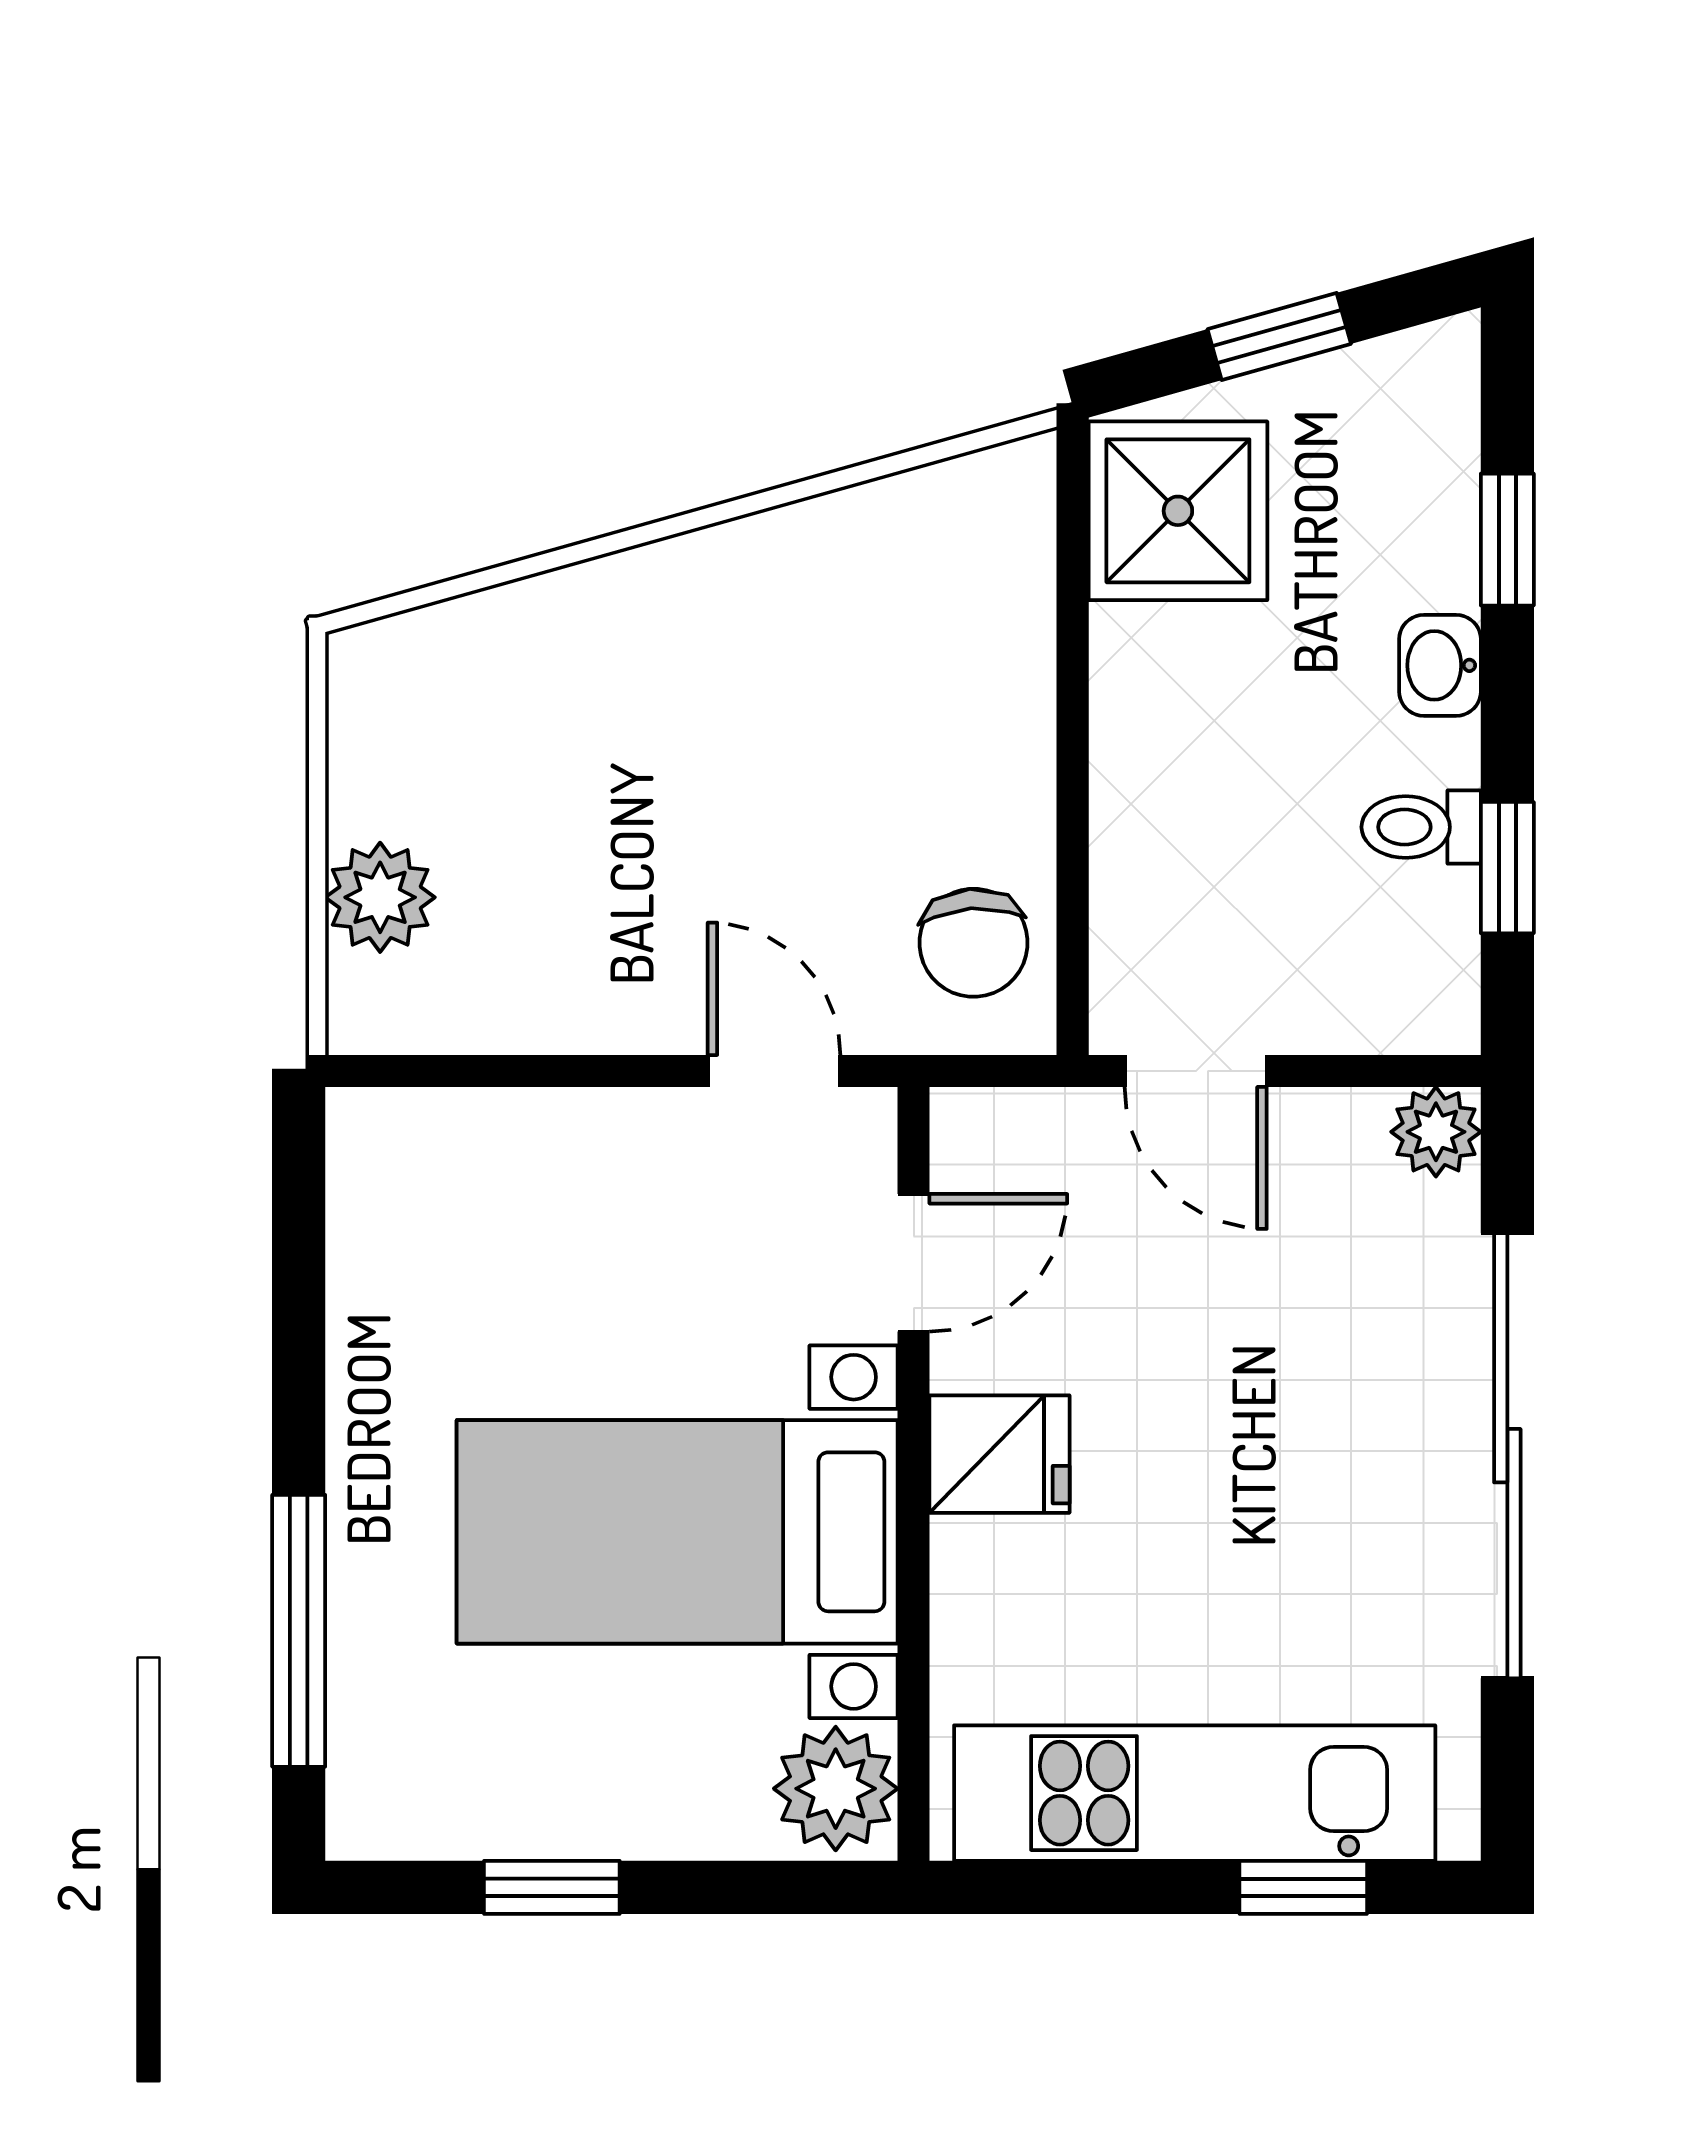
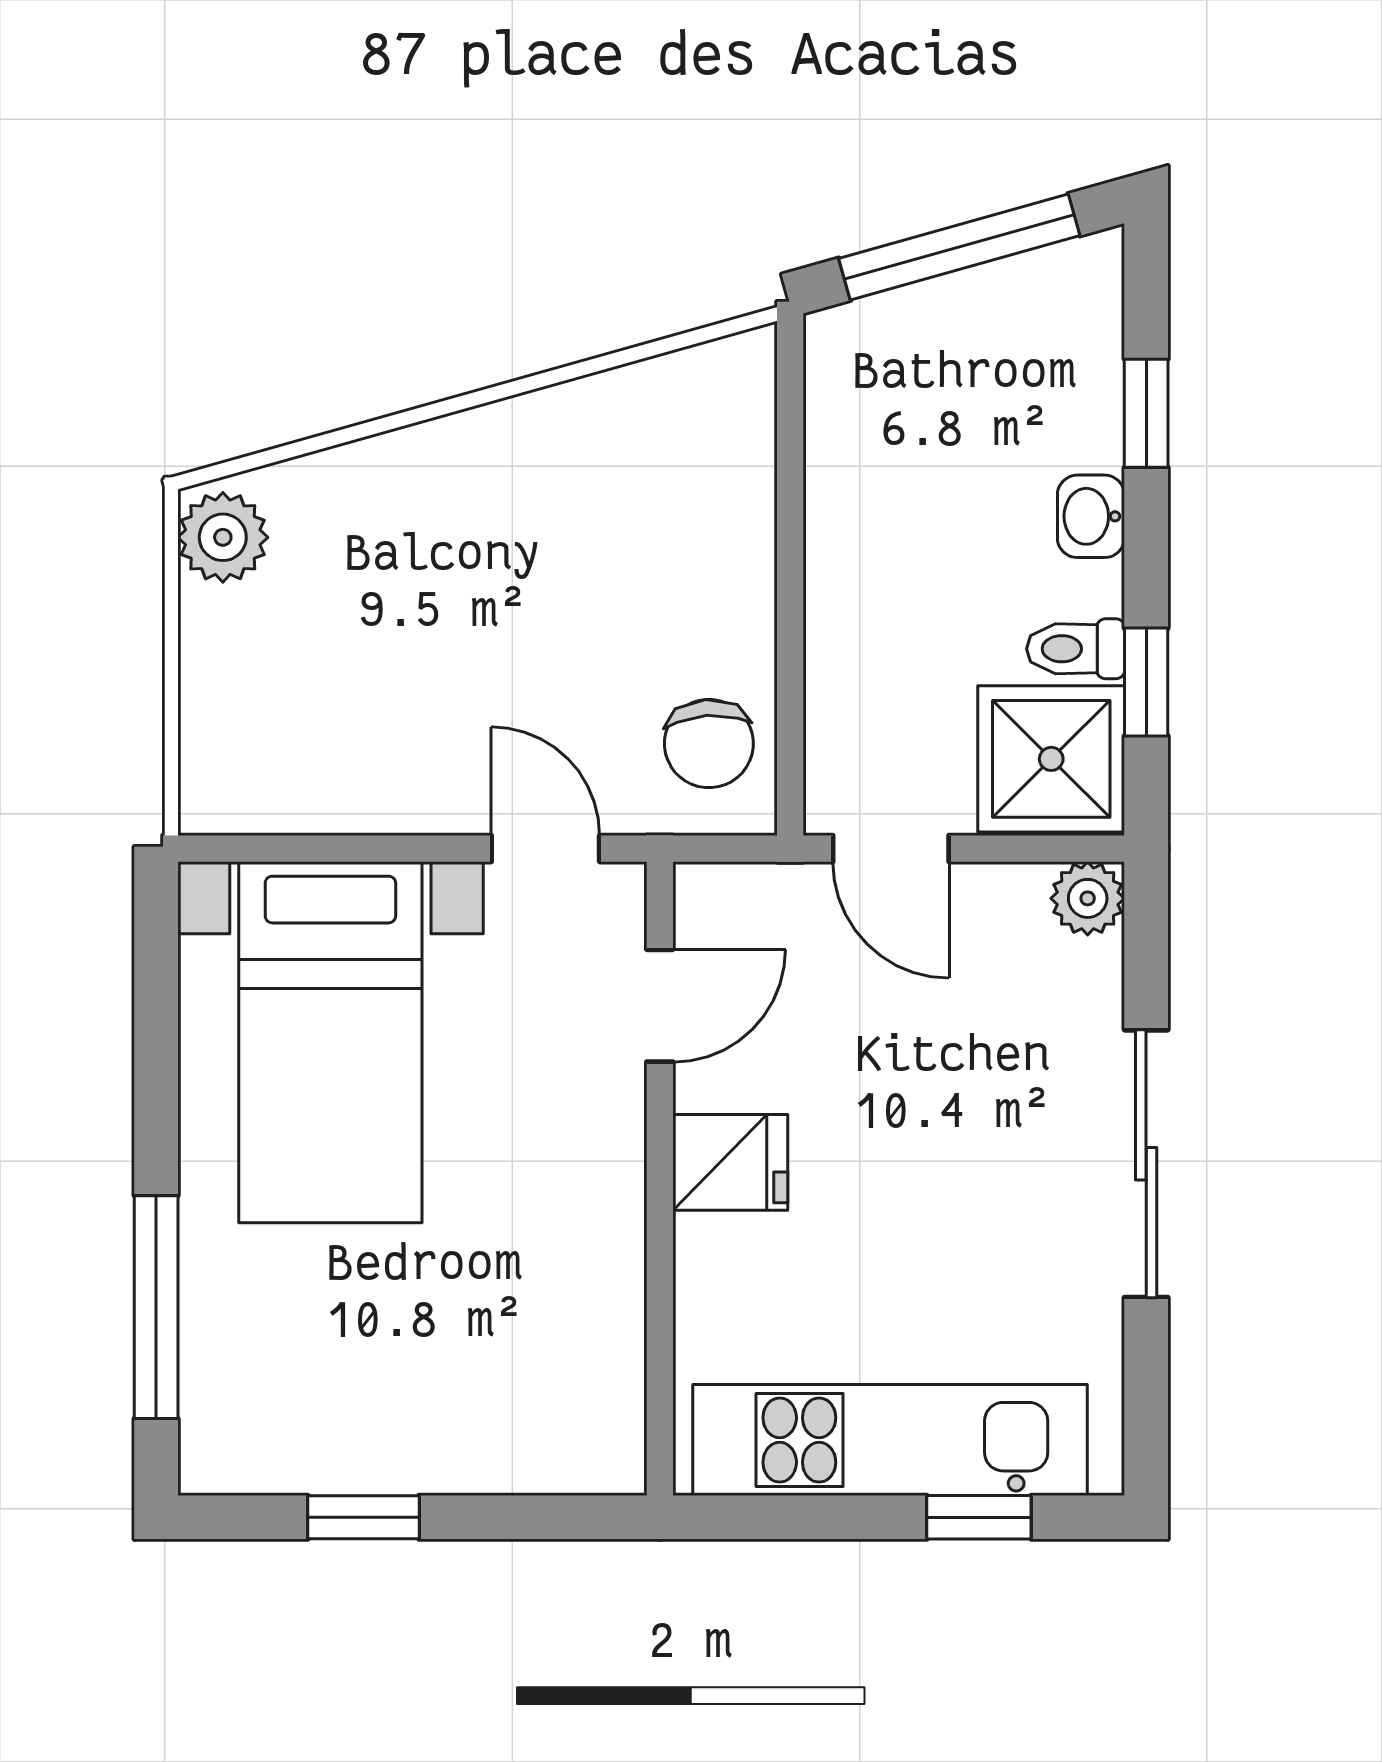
window: (1279, 337) -> (959, 247), width x2.17
shower: (1178, 511) -> (1051, 759), moved
plant: (380, 897) -> (223, 537), moved
sliding door: (1507, 1456) -> (1146, 1164), width x0.73
bed with nightstands: (677, 1532) -> (330, 1042), moved, turned -90
plant: (836, 1789) -> (596, 1436), removed

